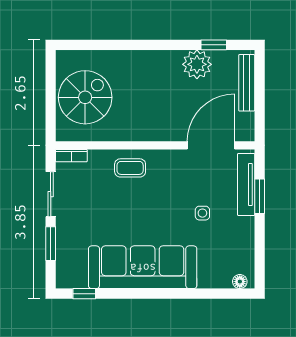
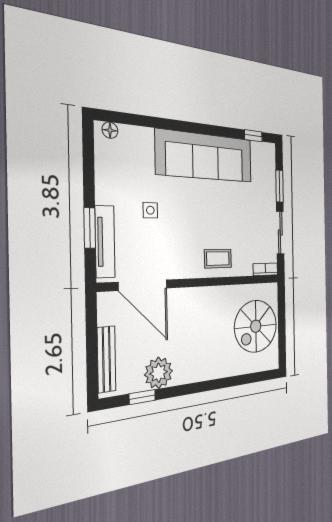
door: (211, 145) -> (143, 285), hinge flipped

